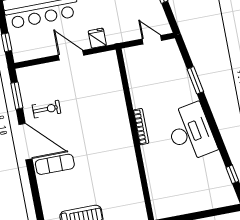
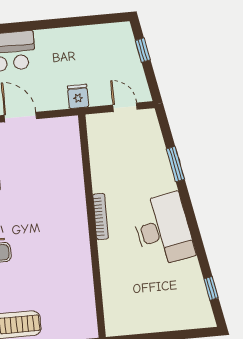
fridge: (97, 38) -> (78, 96), moved

